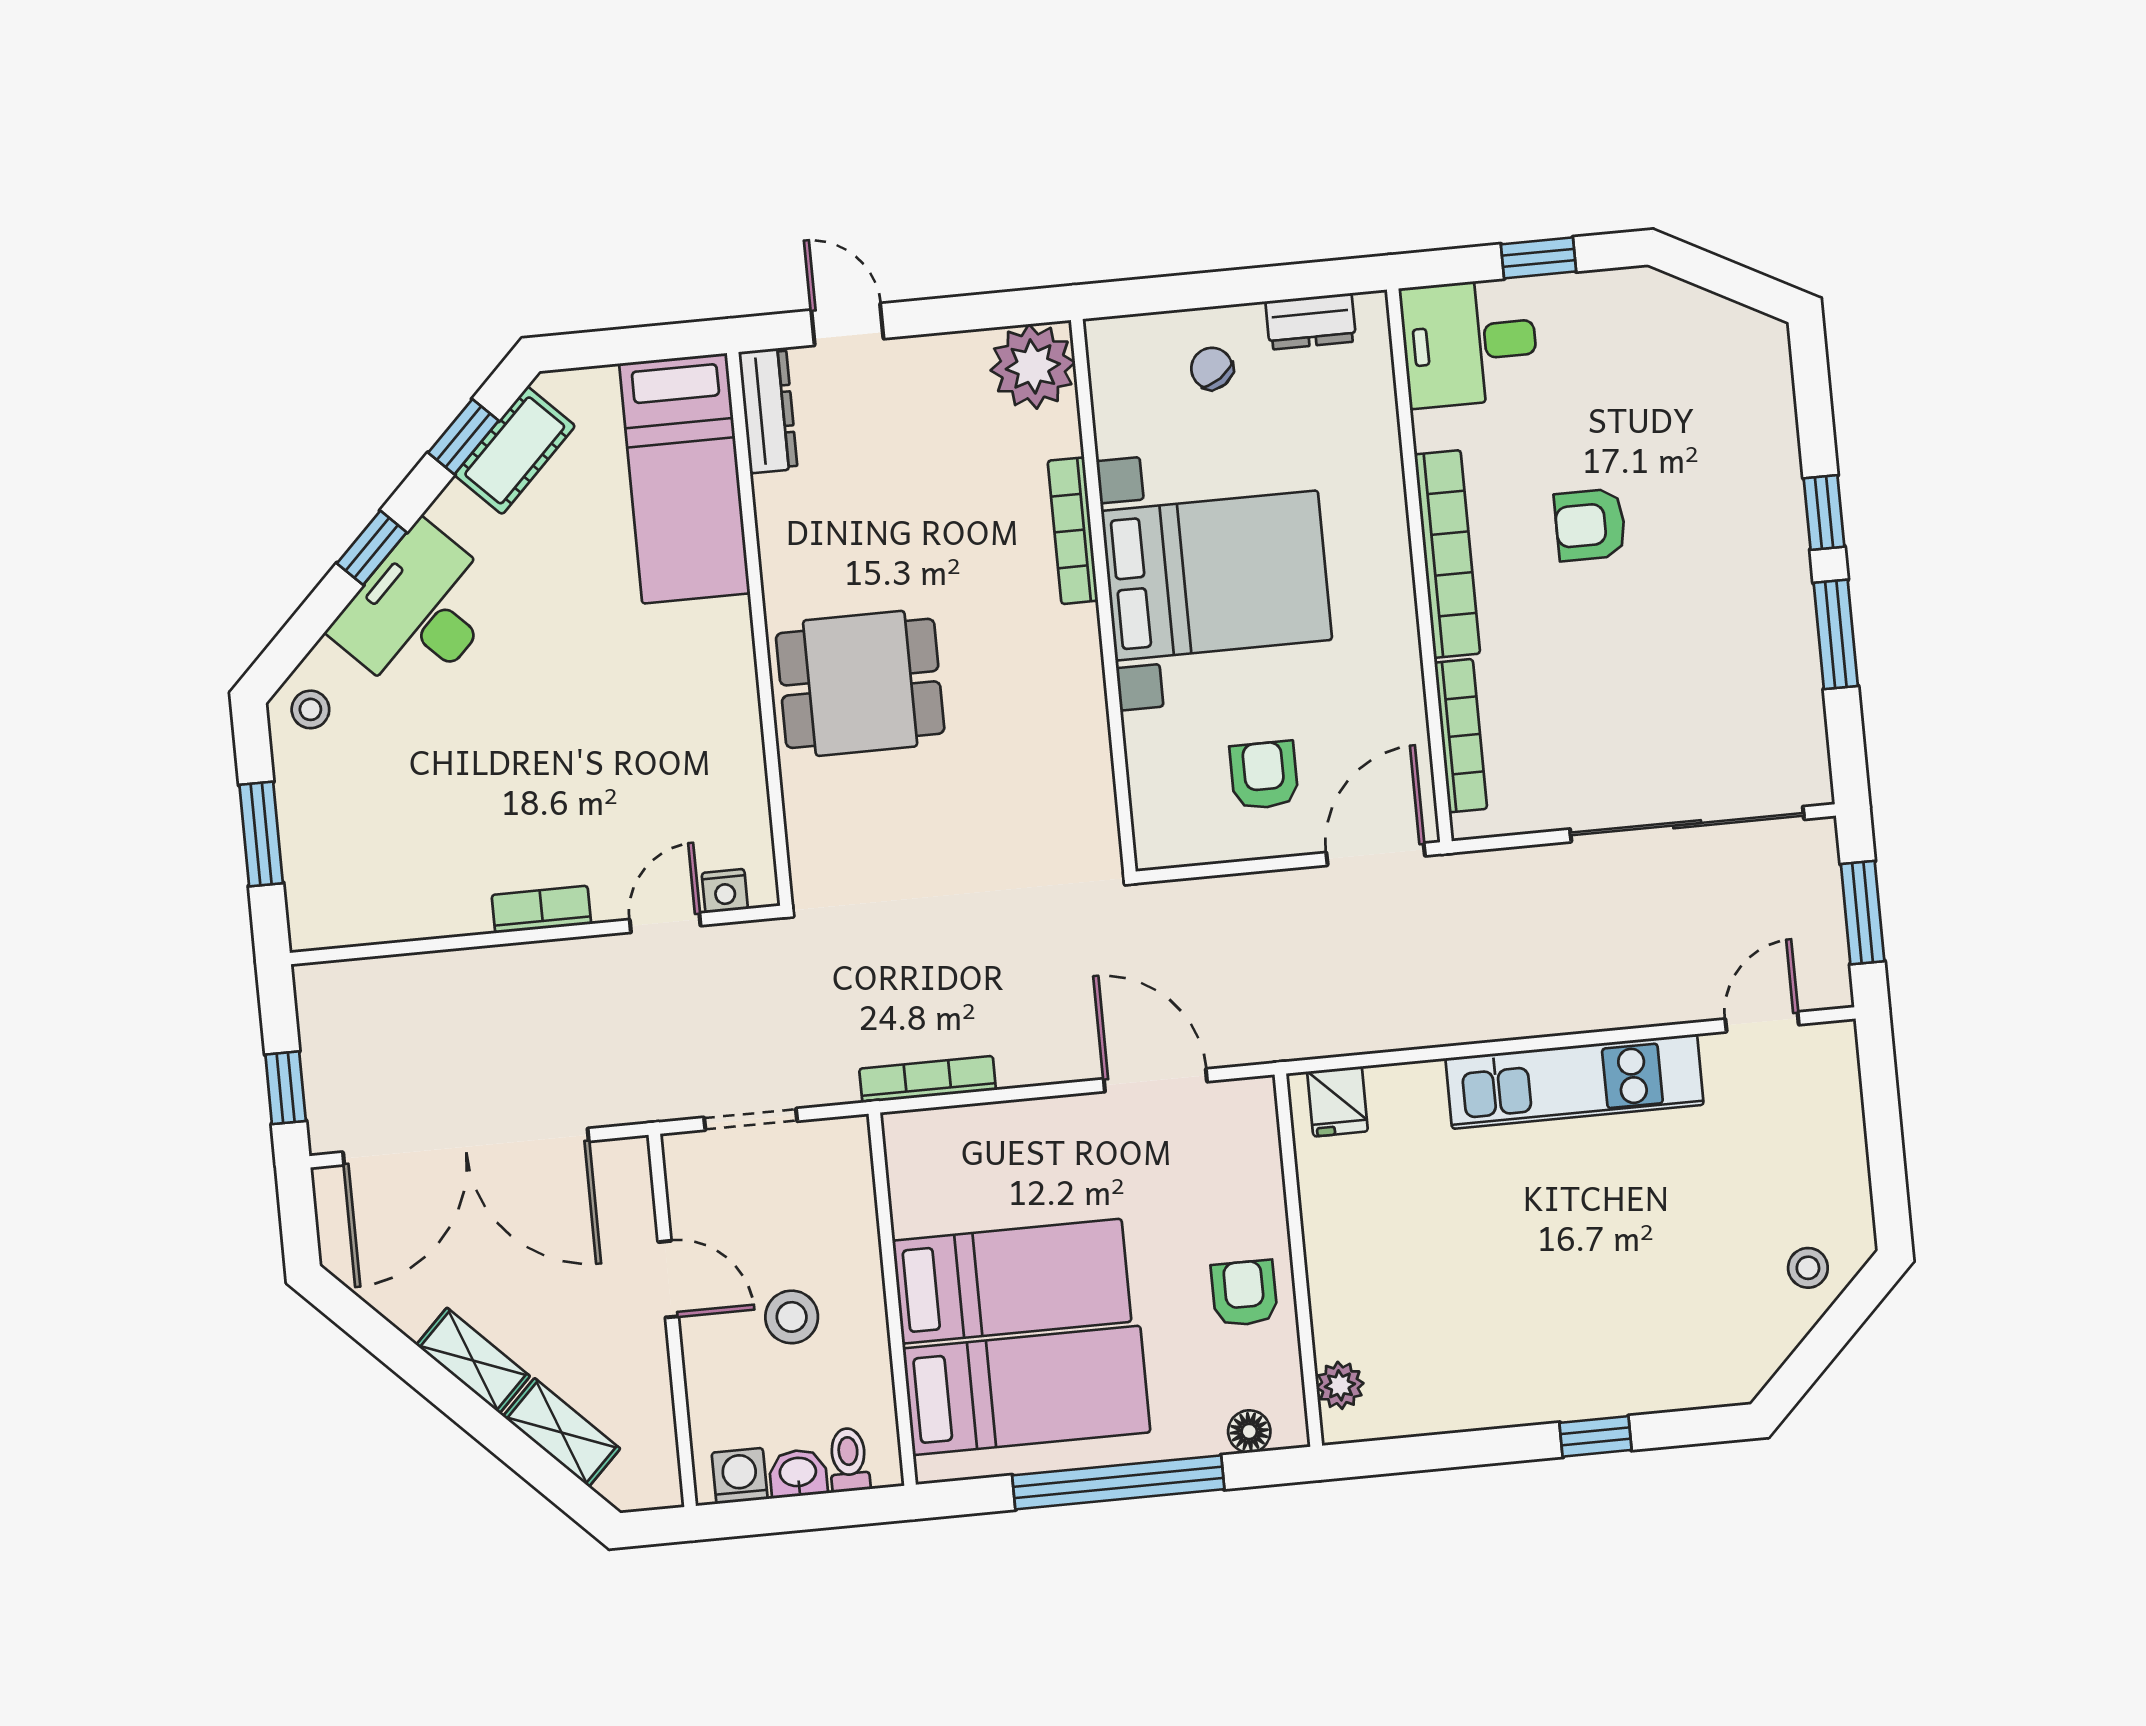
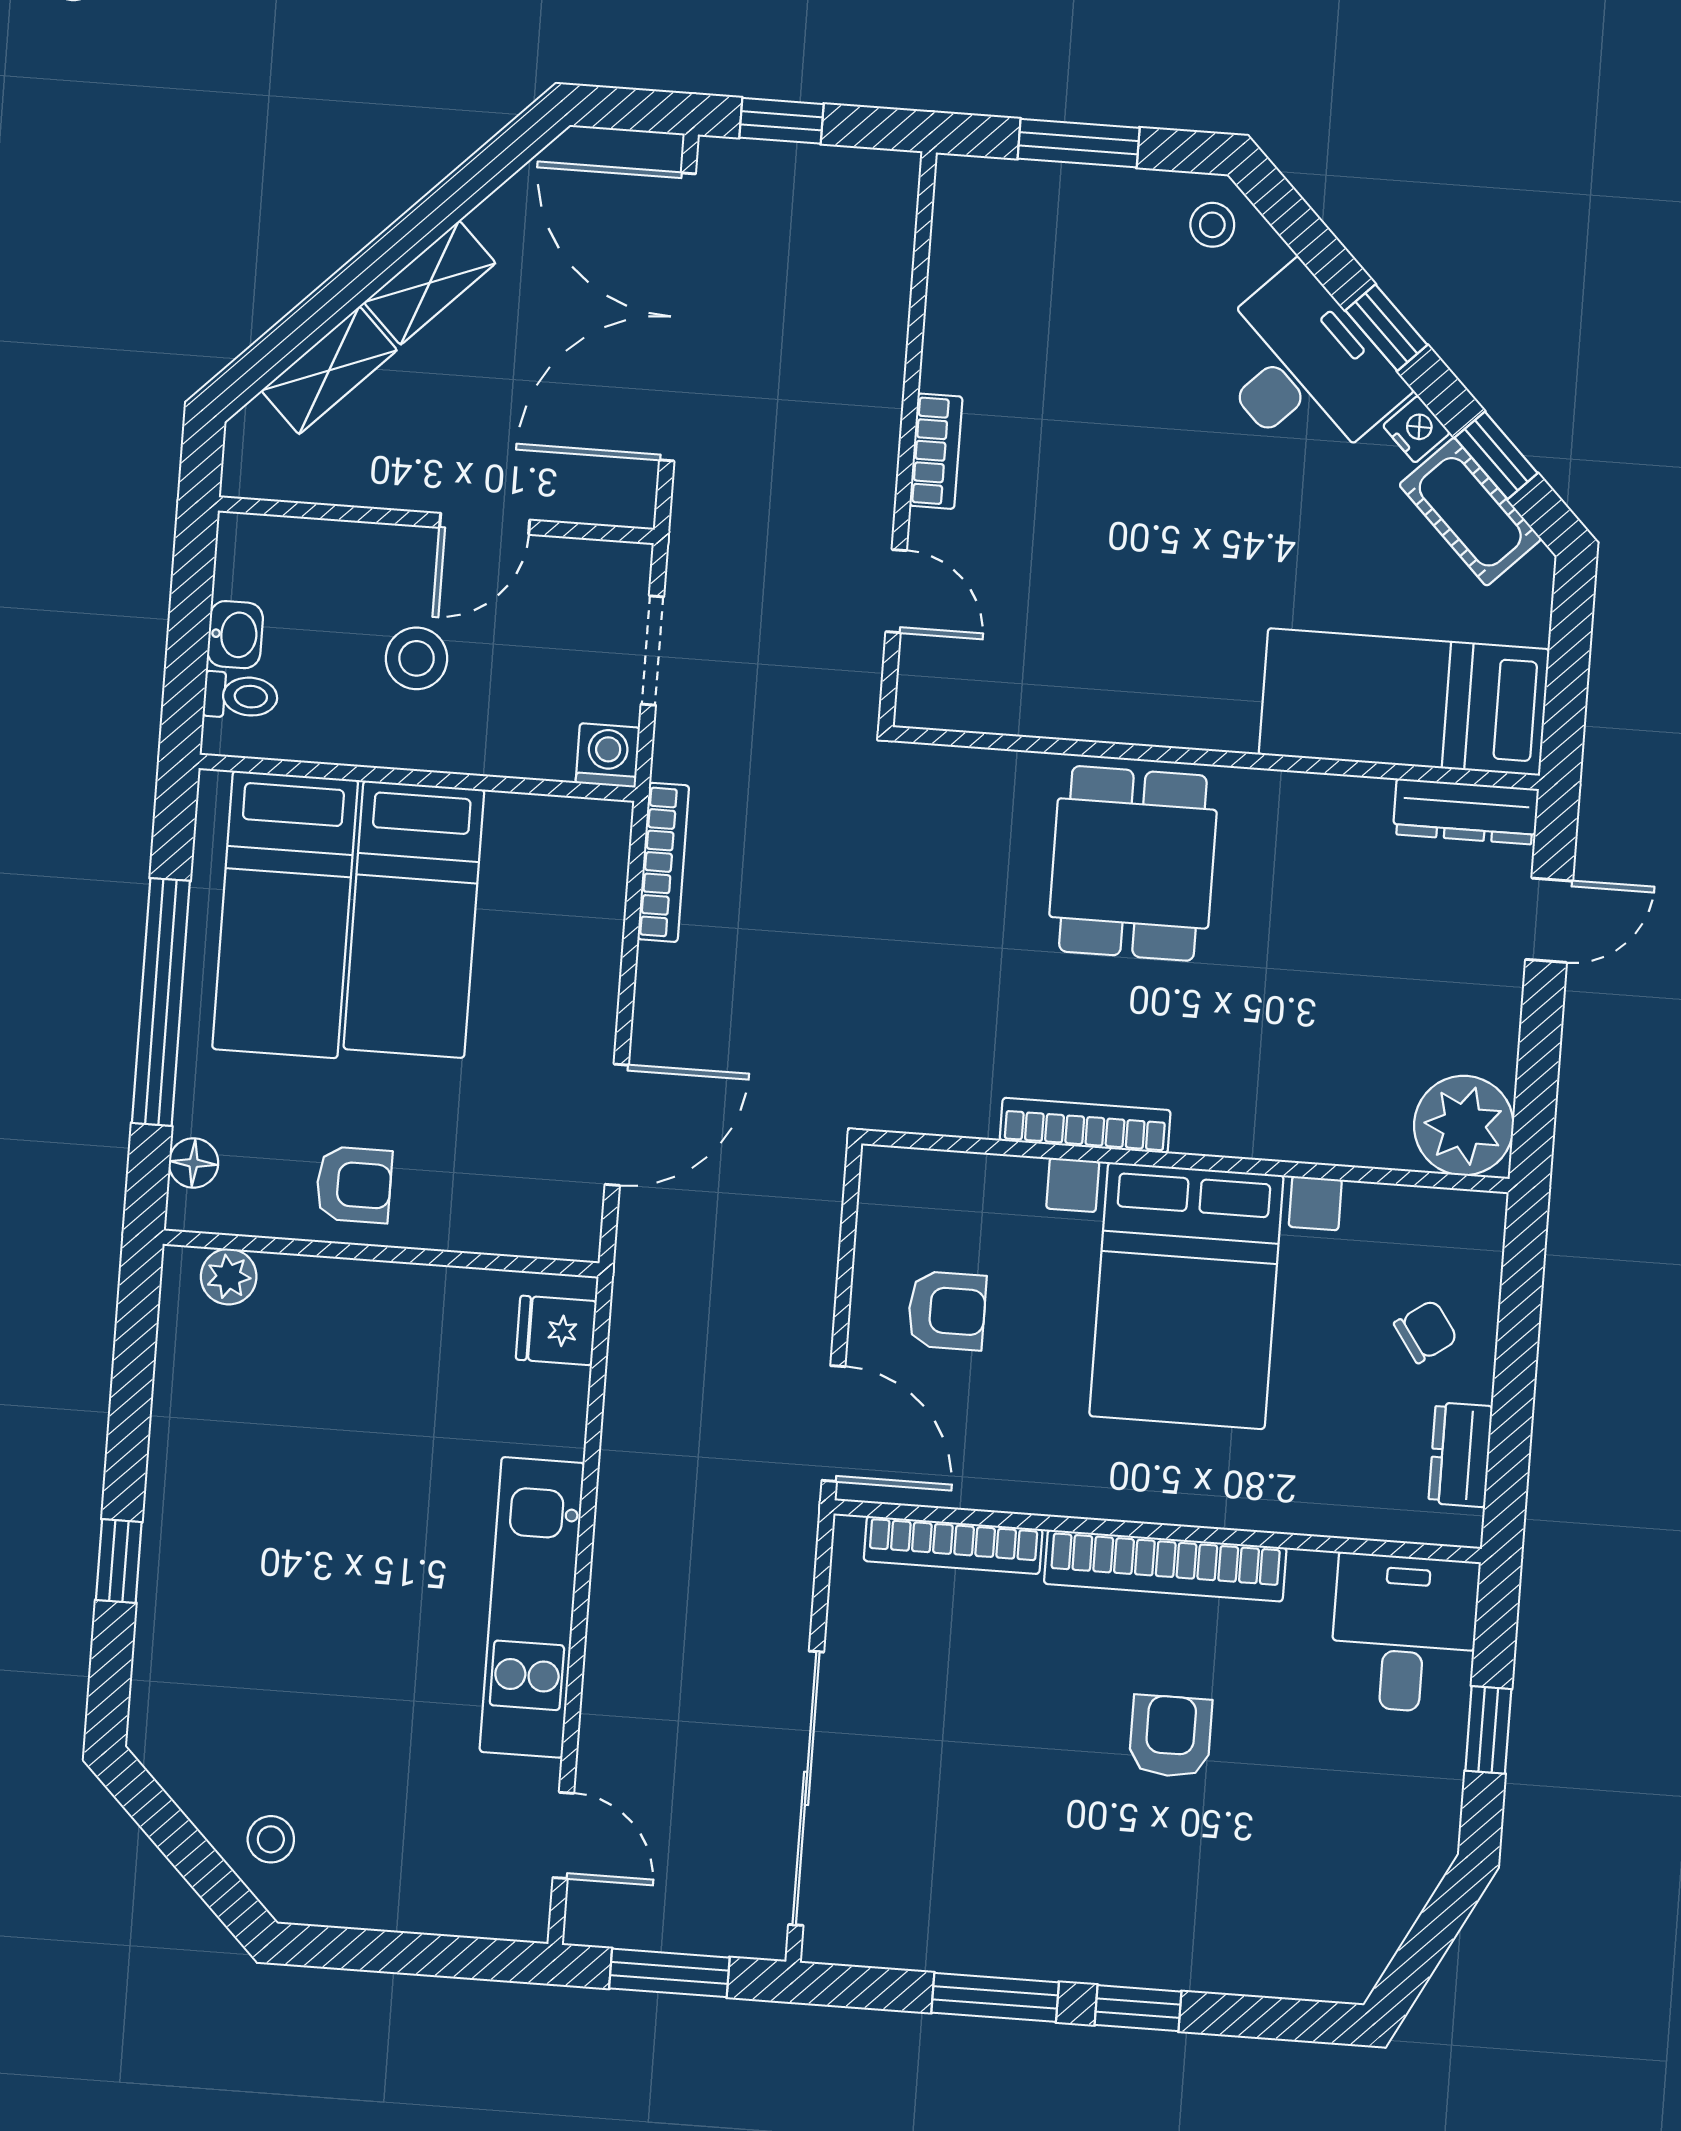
bookcase: (1073, 531) -> (1085, 1125), moved
nightstand: (725, 891) -> (1416, 429), moved, turned 135
washing machine: (740, 1476) -> (608, 755), moved, turned -90

